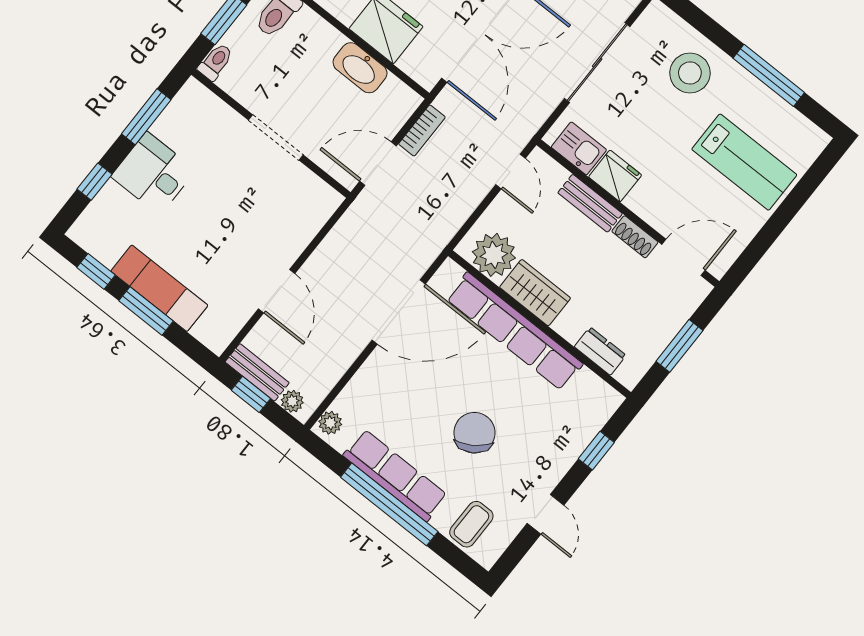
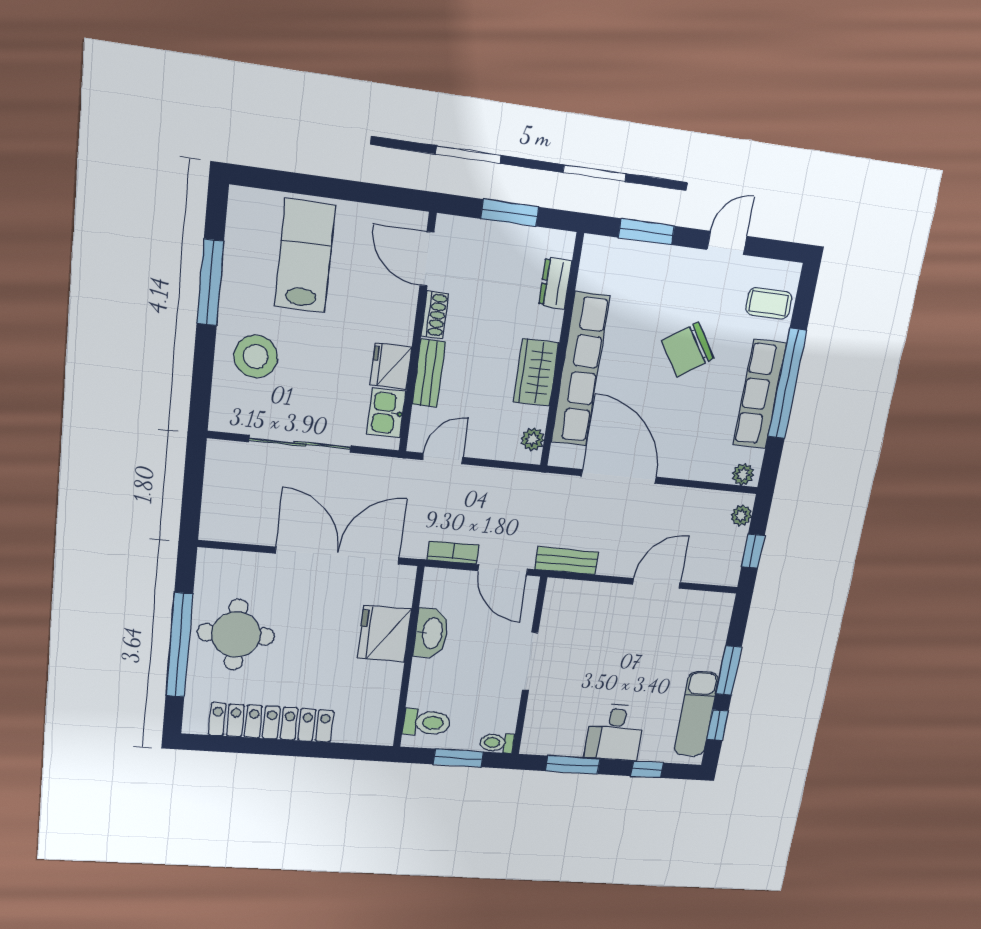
plant: (494, 255) -> (533, 439), width x0.53, depth x0.53
exam couch: (159, 288) -> (696, 714), moved
bench: (257, 372) -> (567, 561), moved, turned 90
window: (596, 451) -> (646, 232), width x1.50

